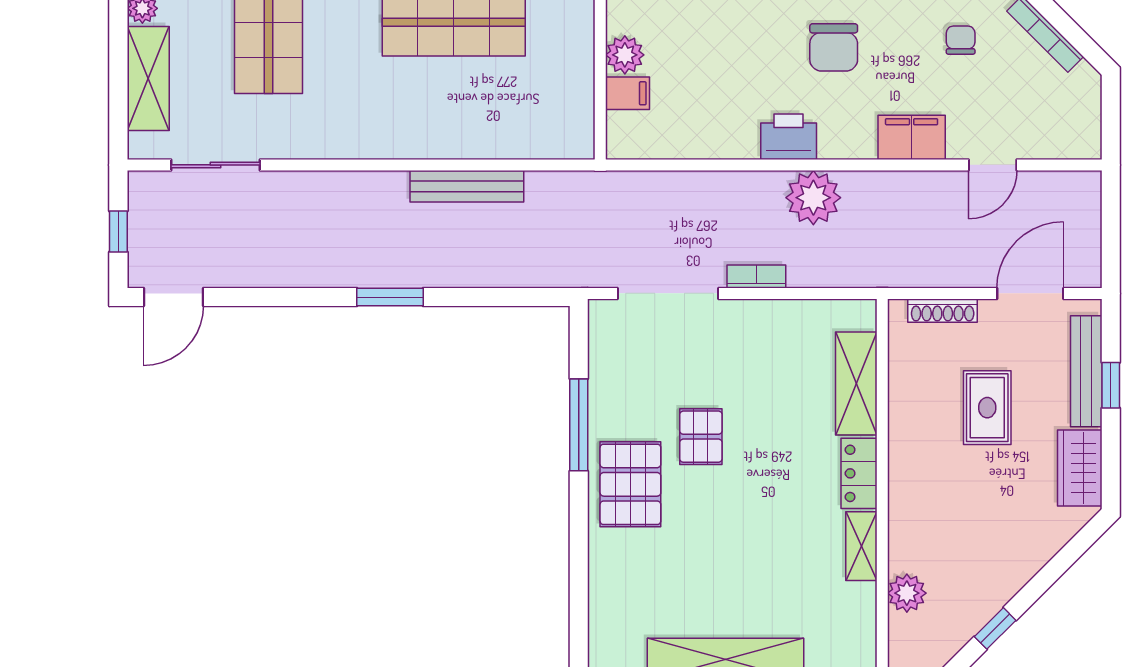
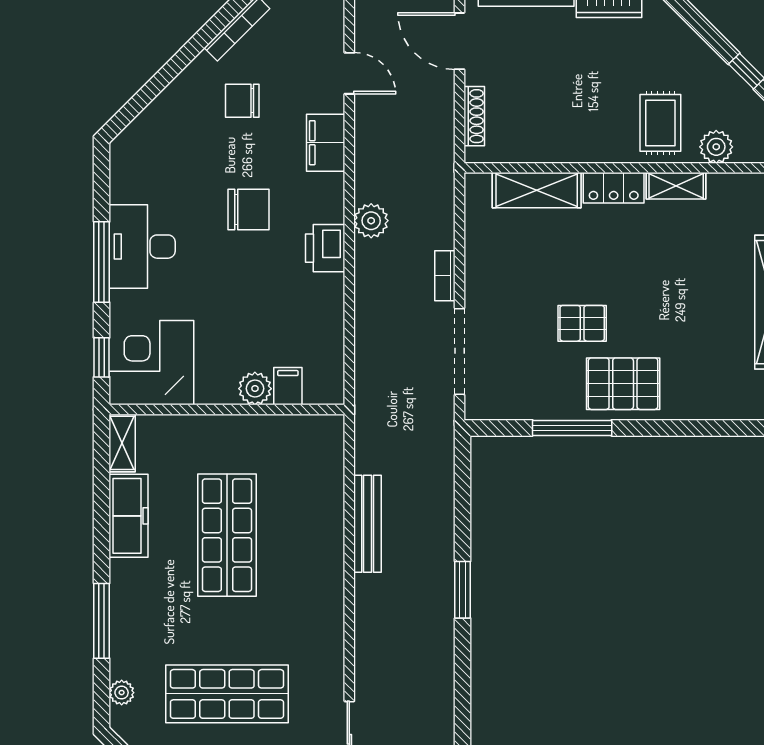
chair: (961, 40) -> (242, 101), width x1.37, depth x1.37
plant: (813, 198) -> (371, 221), width x0.73, depth x0.73
rug: (987, 408) -> (660, 123), moved, turned 90

